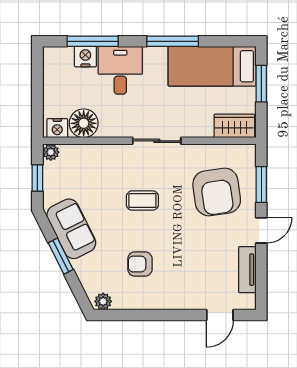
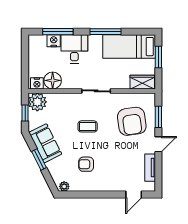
plant: (51, 152) -> (37, 102), width x1.88, depth x1.88

